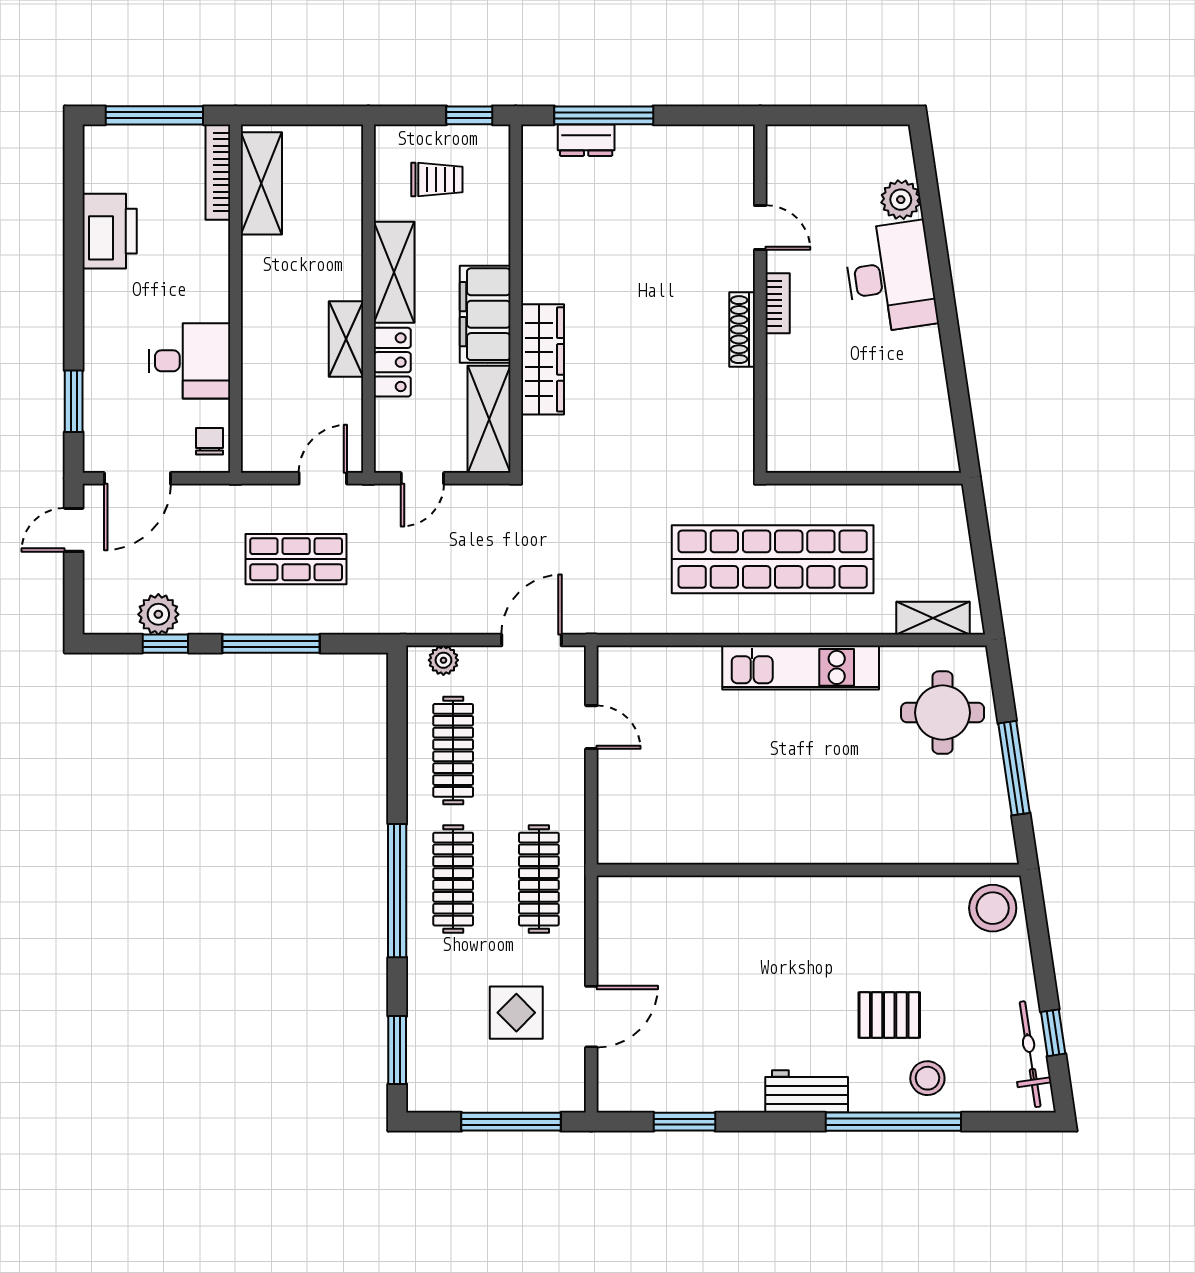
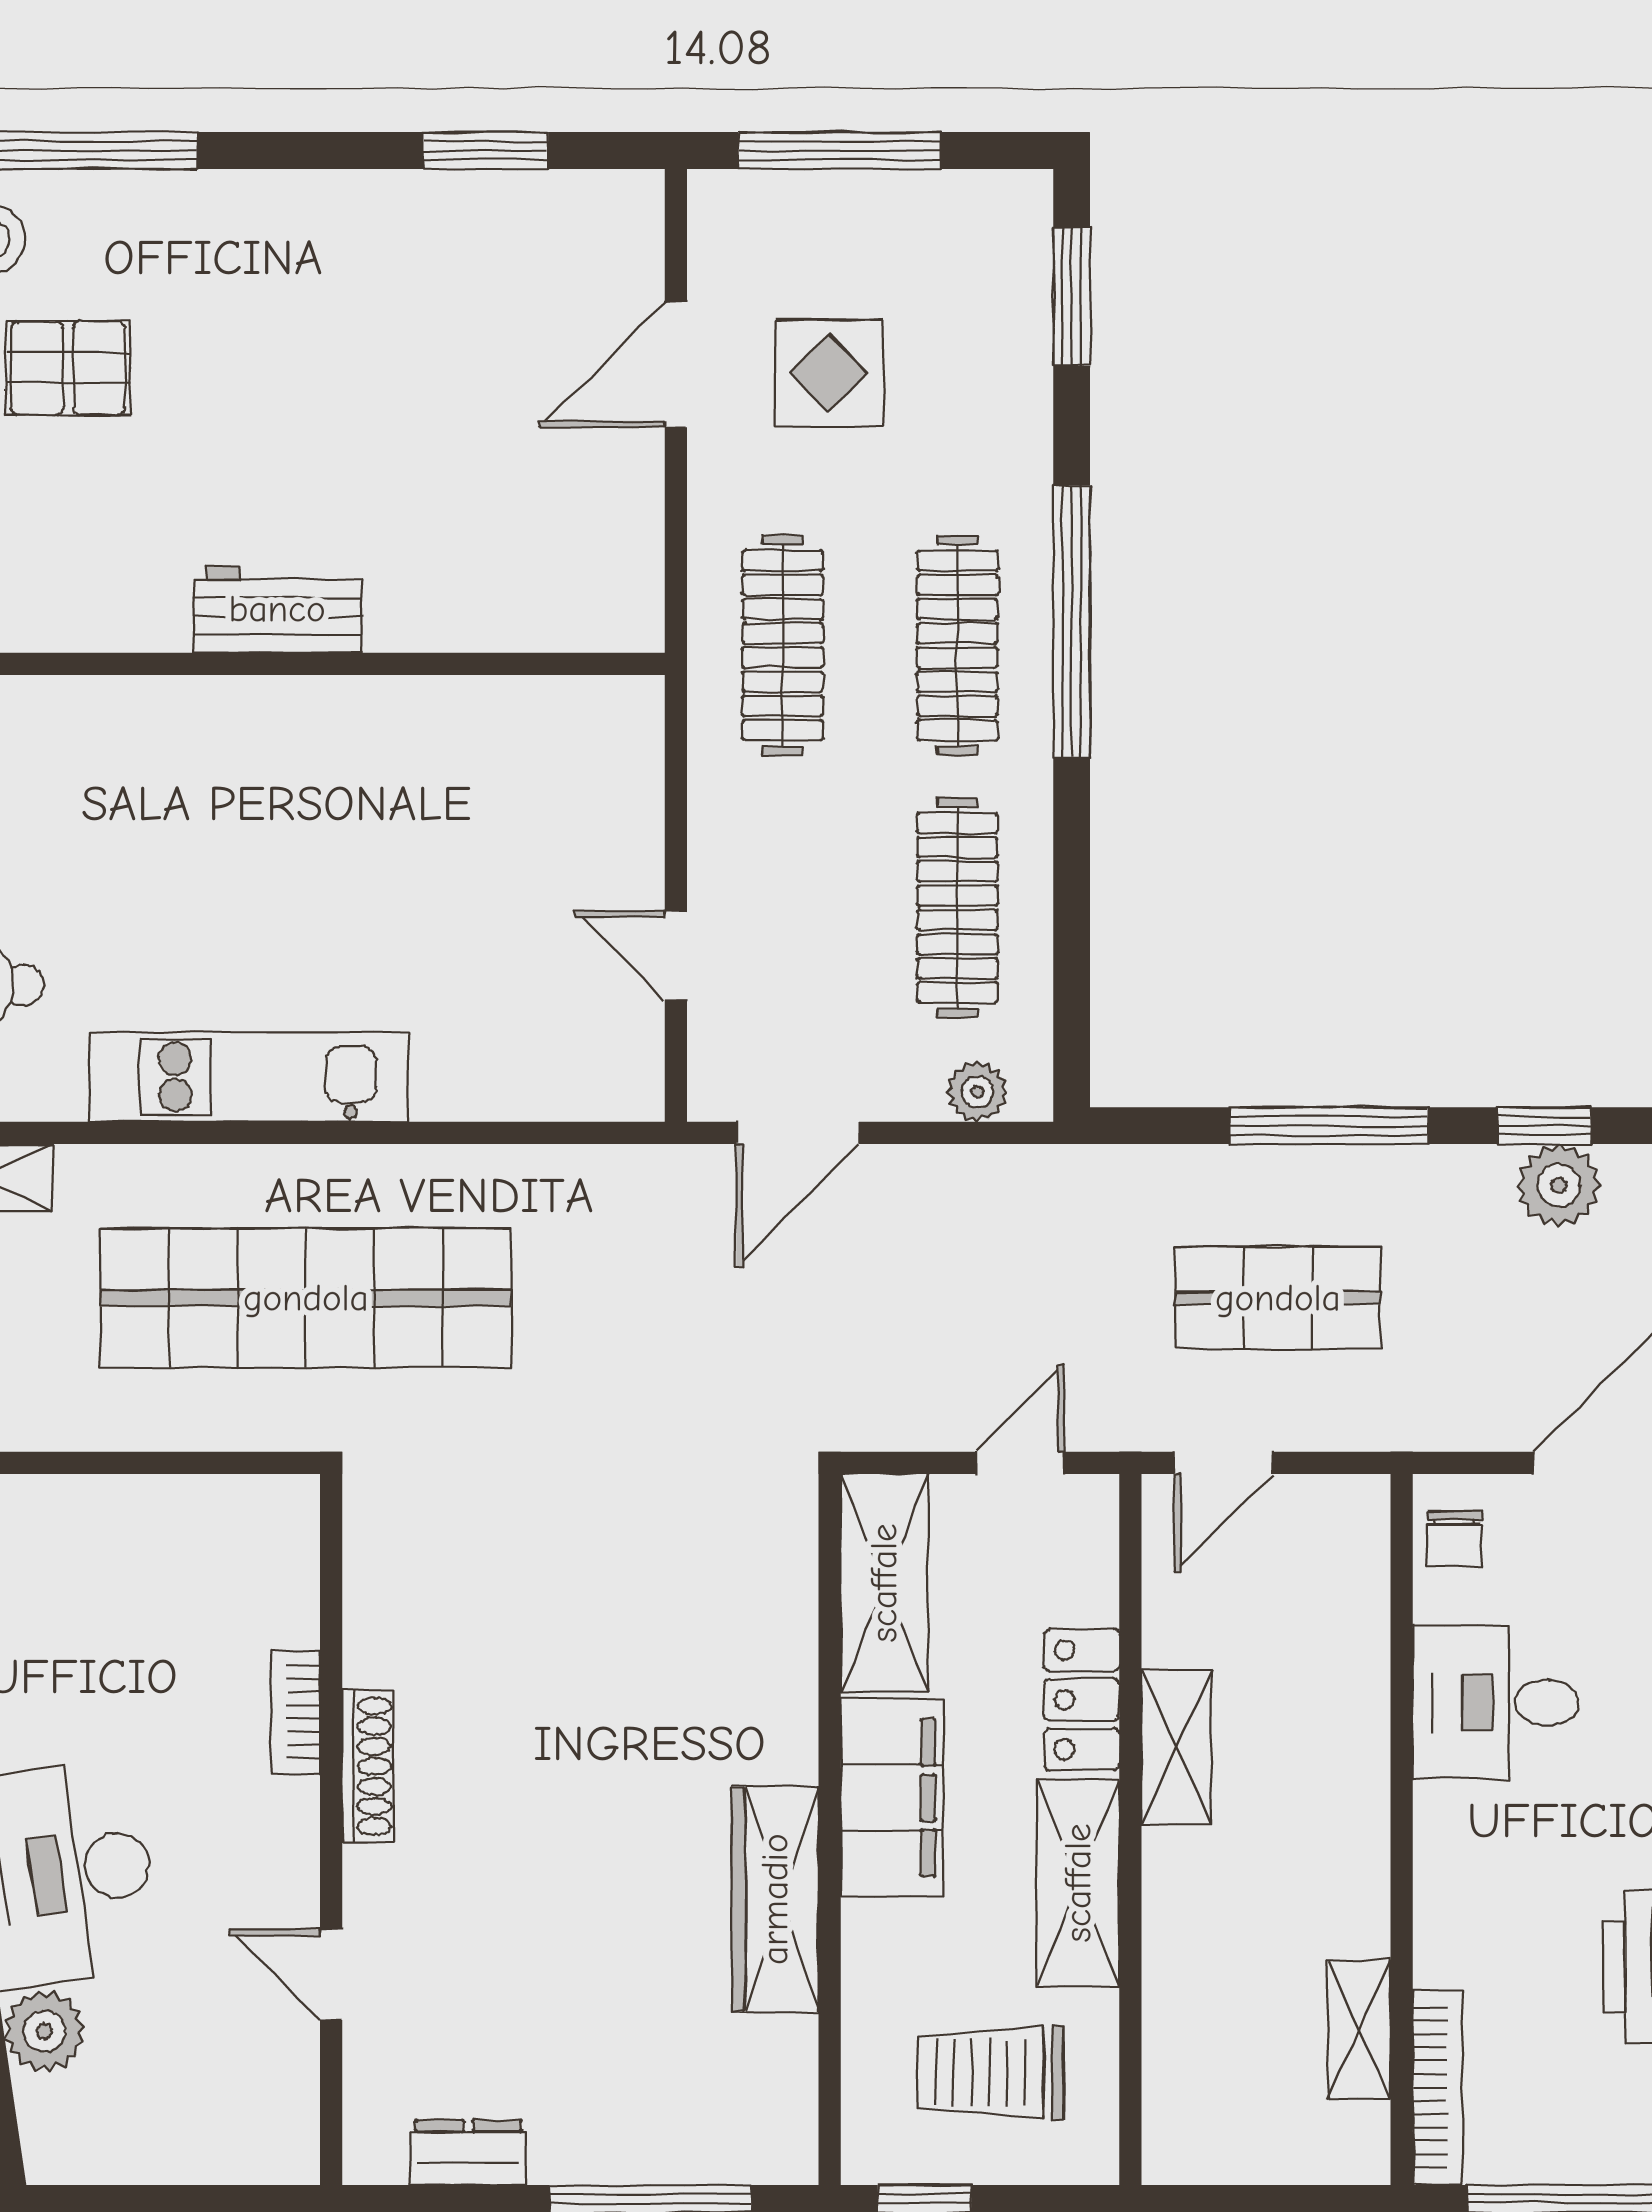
dresser: (586, 140) -> (468, 2153), moved
trolley: (437, 179) -> (991, 2072), width x1.36, depth x1.39
shelving: (261, 183) -> (1359, 2030), width x0.67, depth x0.75
bookcase: (778, 303) -> (296, 1712), moved
wardrobe: (543, 359) -> (775, 1899), moved
workbench: (807, 1091) -> (277, 609), moved, turned 180

